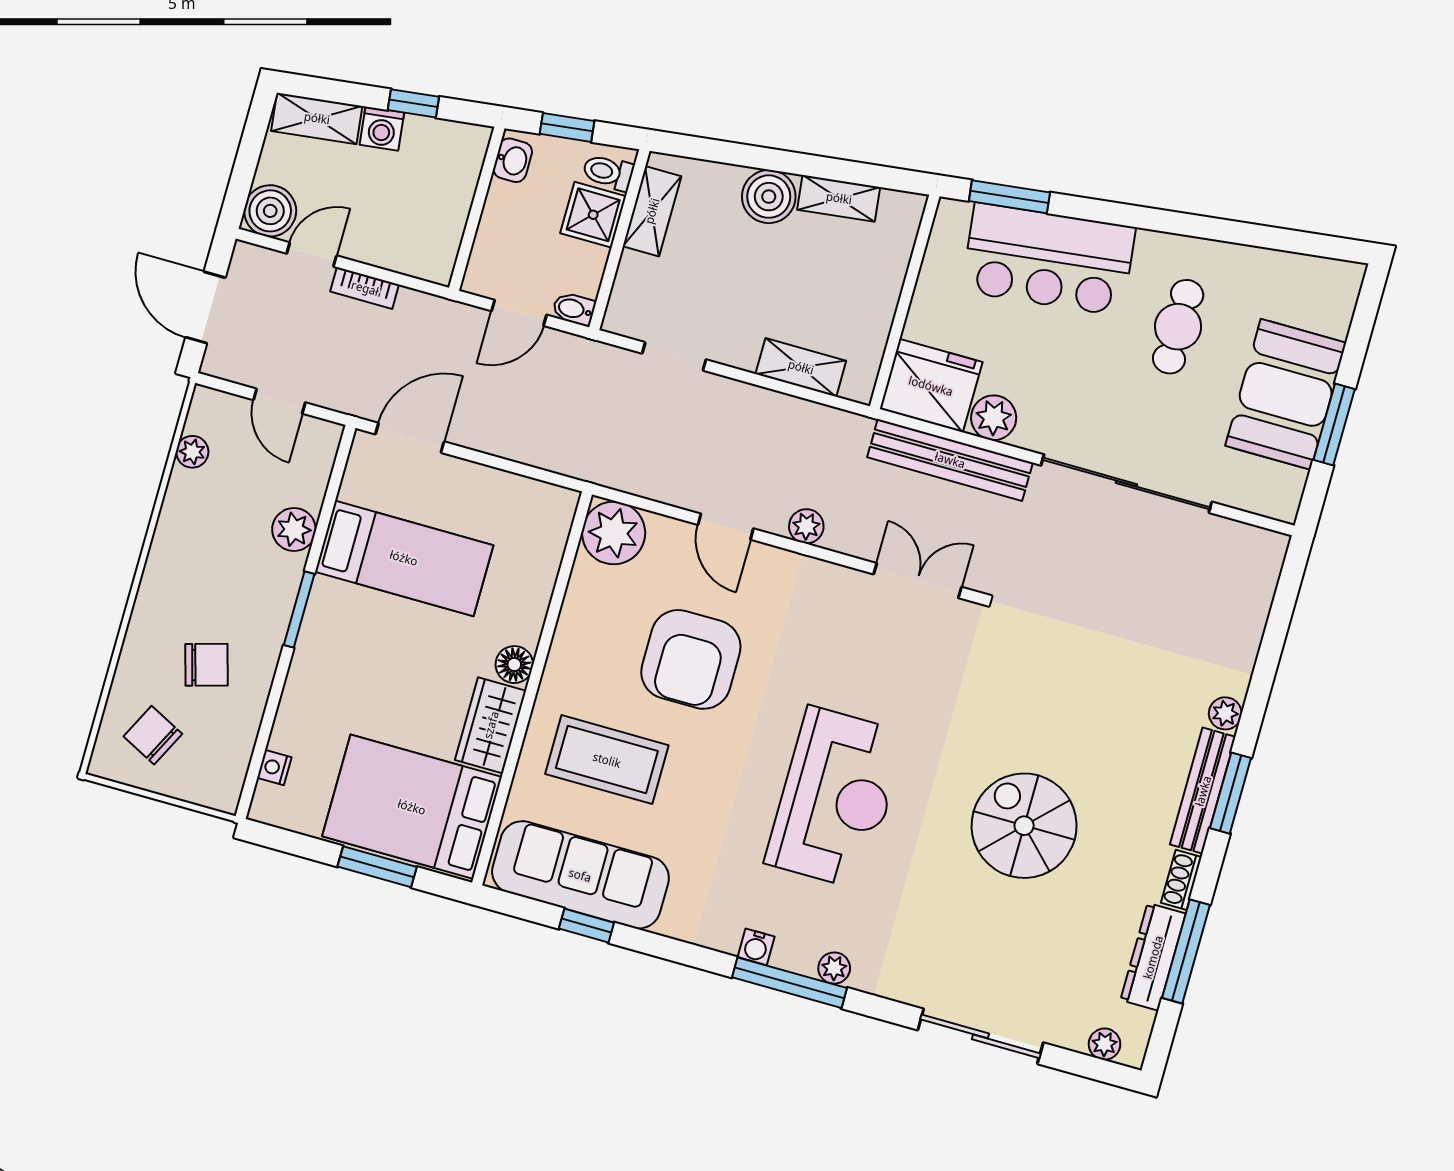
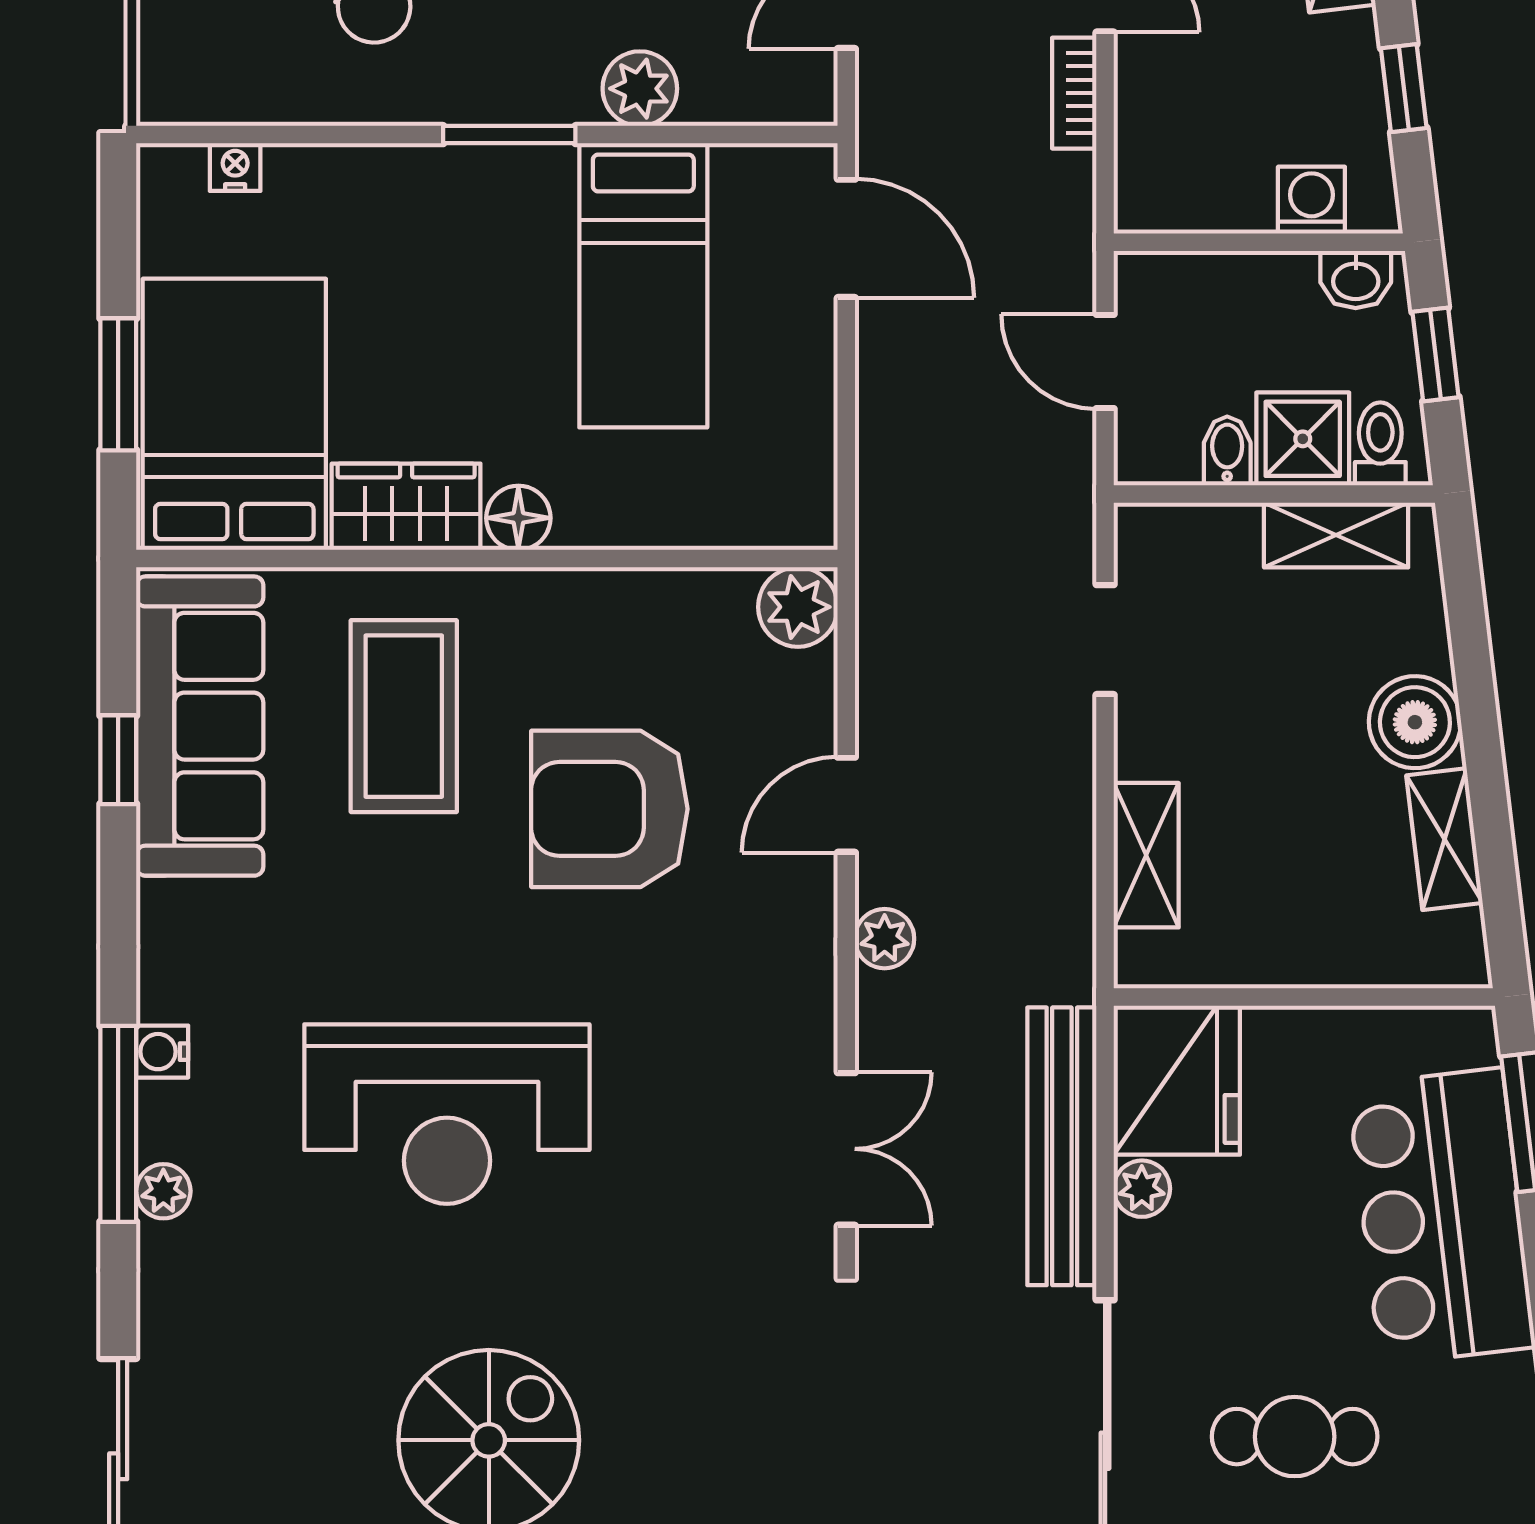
washing machine: (382, 129) -> (1311, 200), moved, turned 97
bidet: (574, 309) -> (1227, 451), moved
cafe table: (1178, 327) -> (1295, 1437), moved
plant: (994, 418) -> (1142, 1189), width x0.73, depth x0.73
plant: (614, 533) -> (798, 607), width x0.73, depth x0.73

